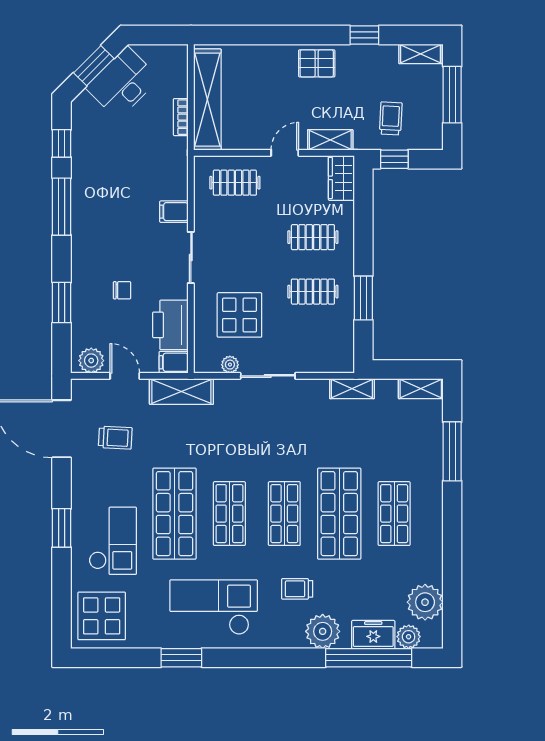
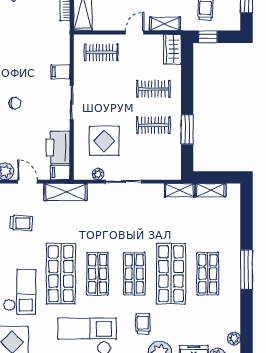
chair: (122, 290) -> (15, 103), moved
shelving: (421, 389) -> (211, 190), moved
window: (452, 451) -> (247, 269), moved
trolley: (297, 589) -> (143, 324), turned 90
plant: (425, 602) -> (234, 339), width x0.53, depth x0.53

